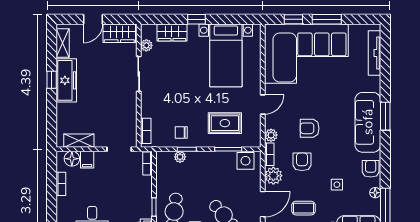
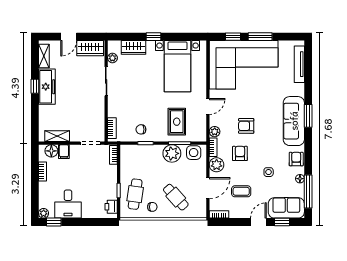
rug: (225, 123) -> (177, 122), turned 90
plant: (180, 157) -> (172, 153), moved, width x1.87, depth x1.87

